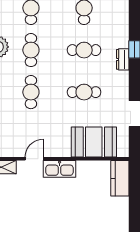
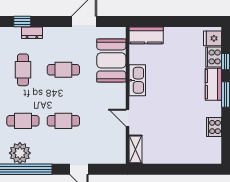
cafe table: (84, 92) -> (63, 70), turned 90
kitchen sink: (60, 169) -> (137, 80), moved

